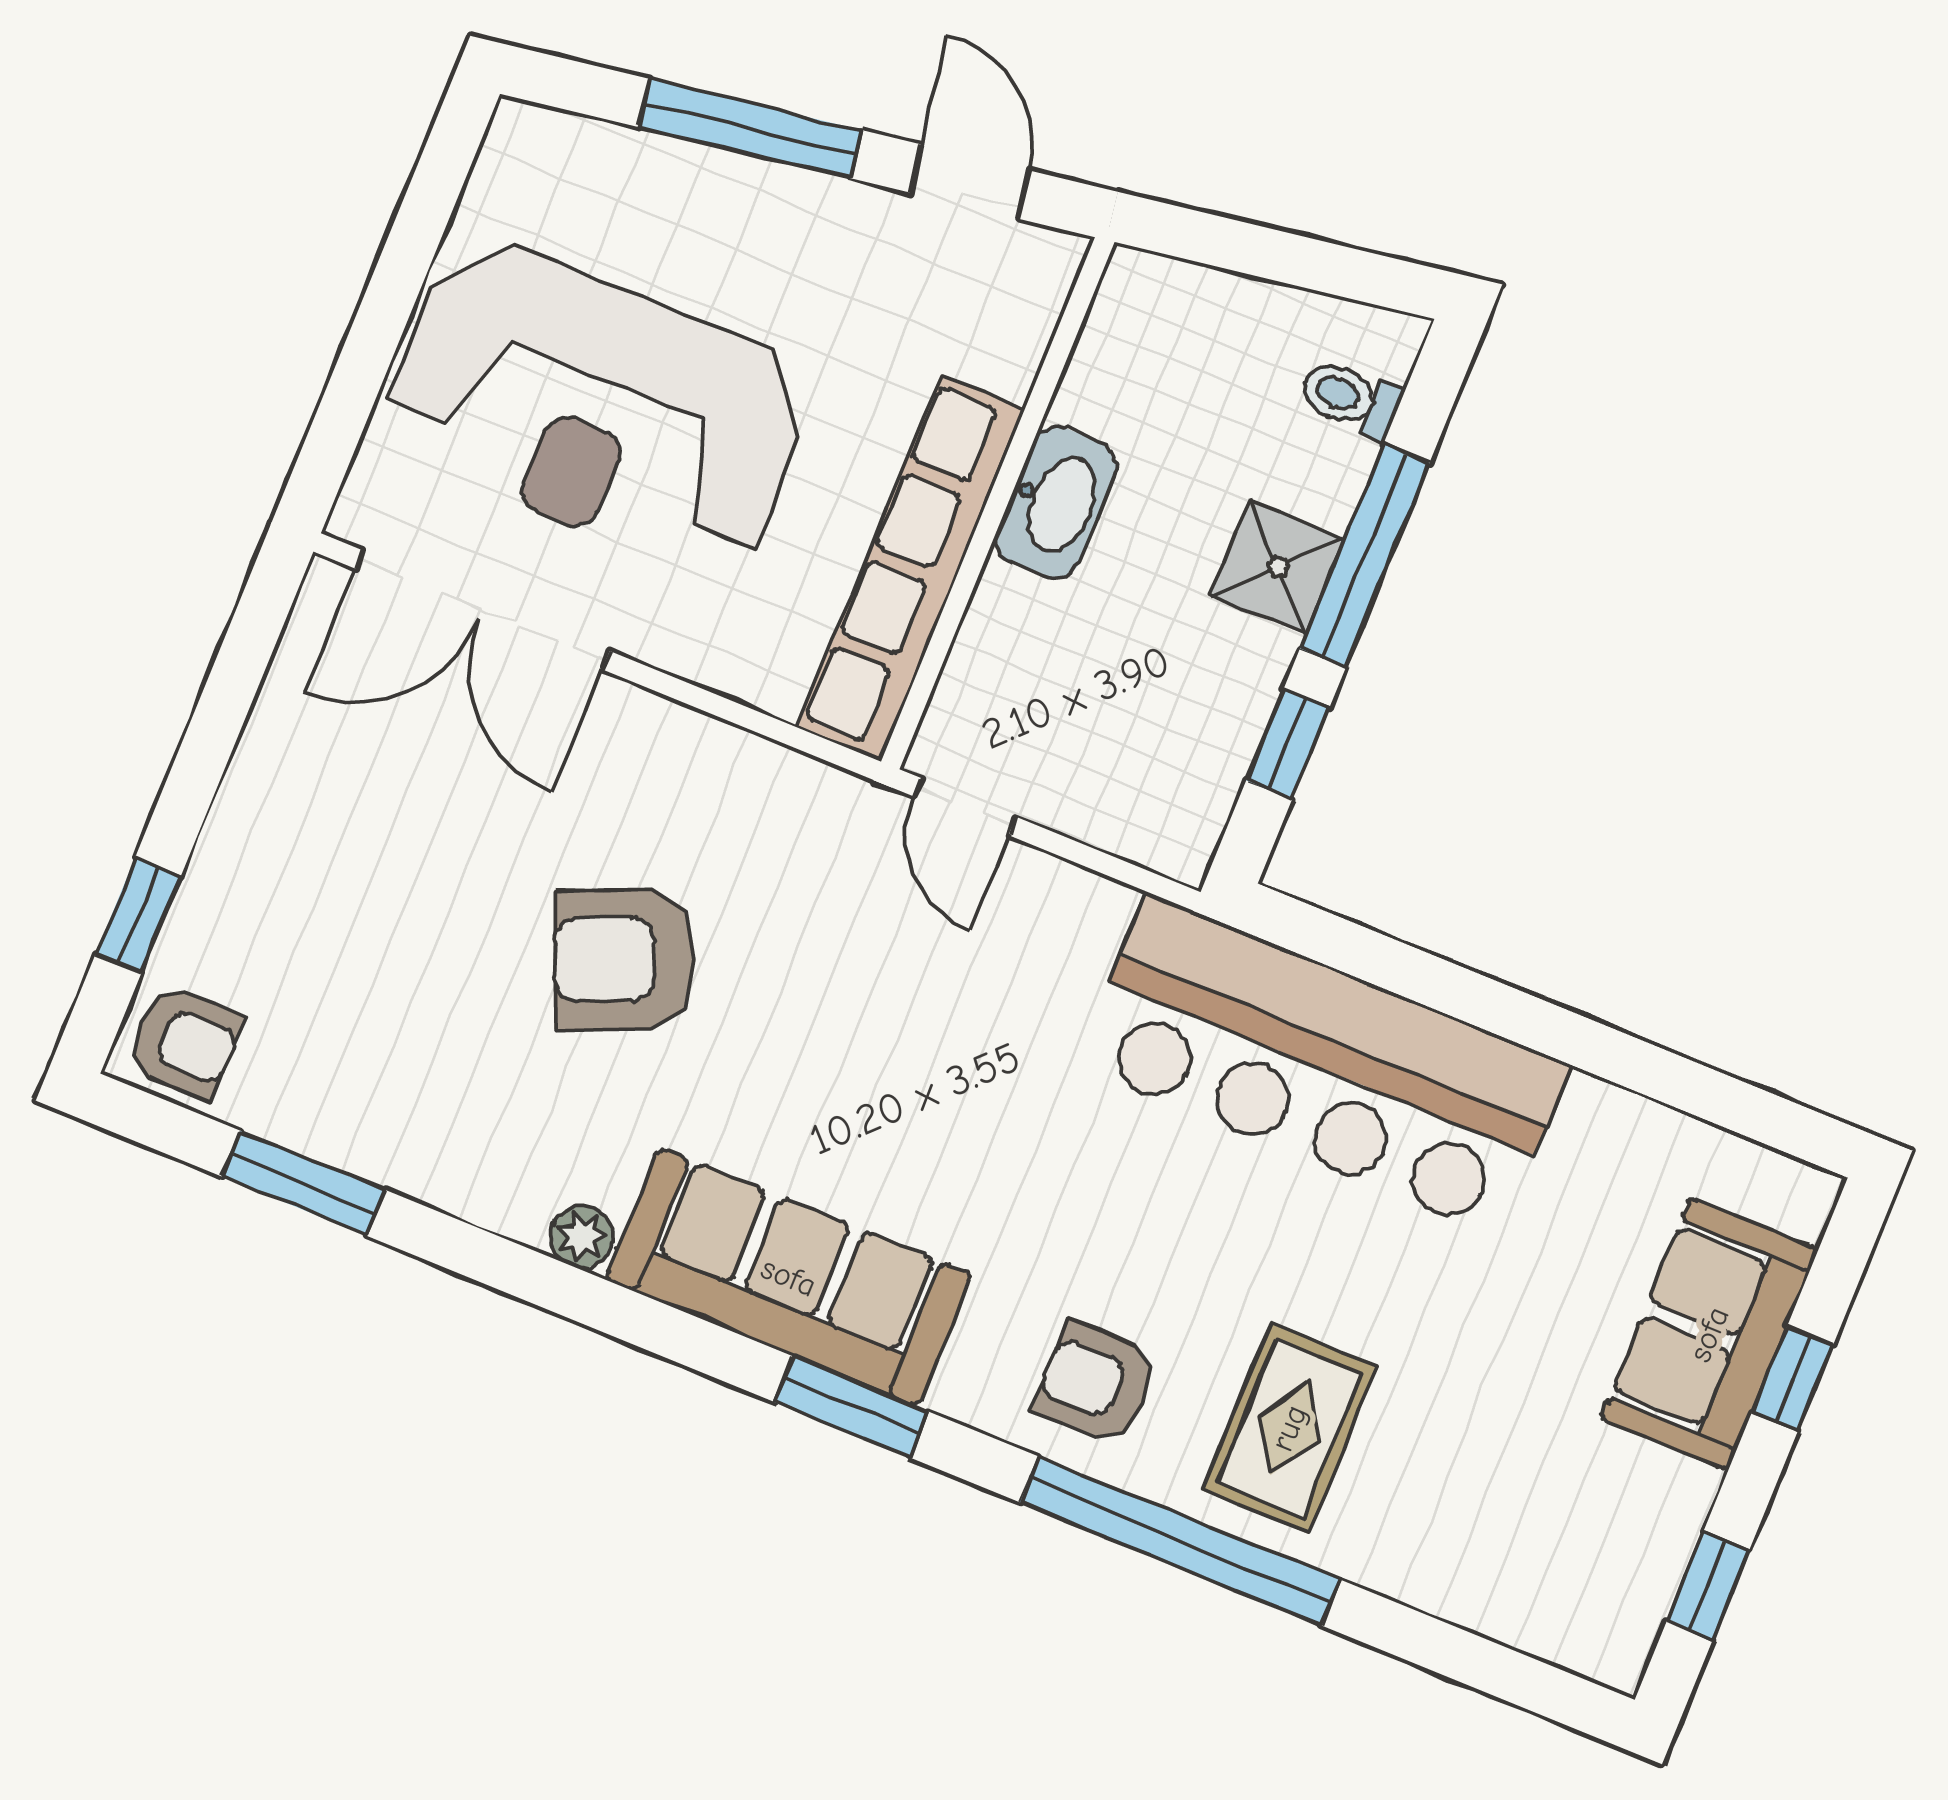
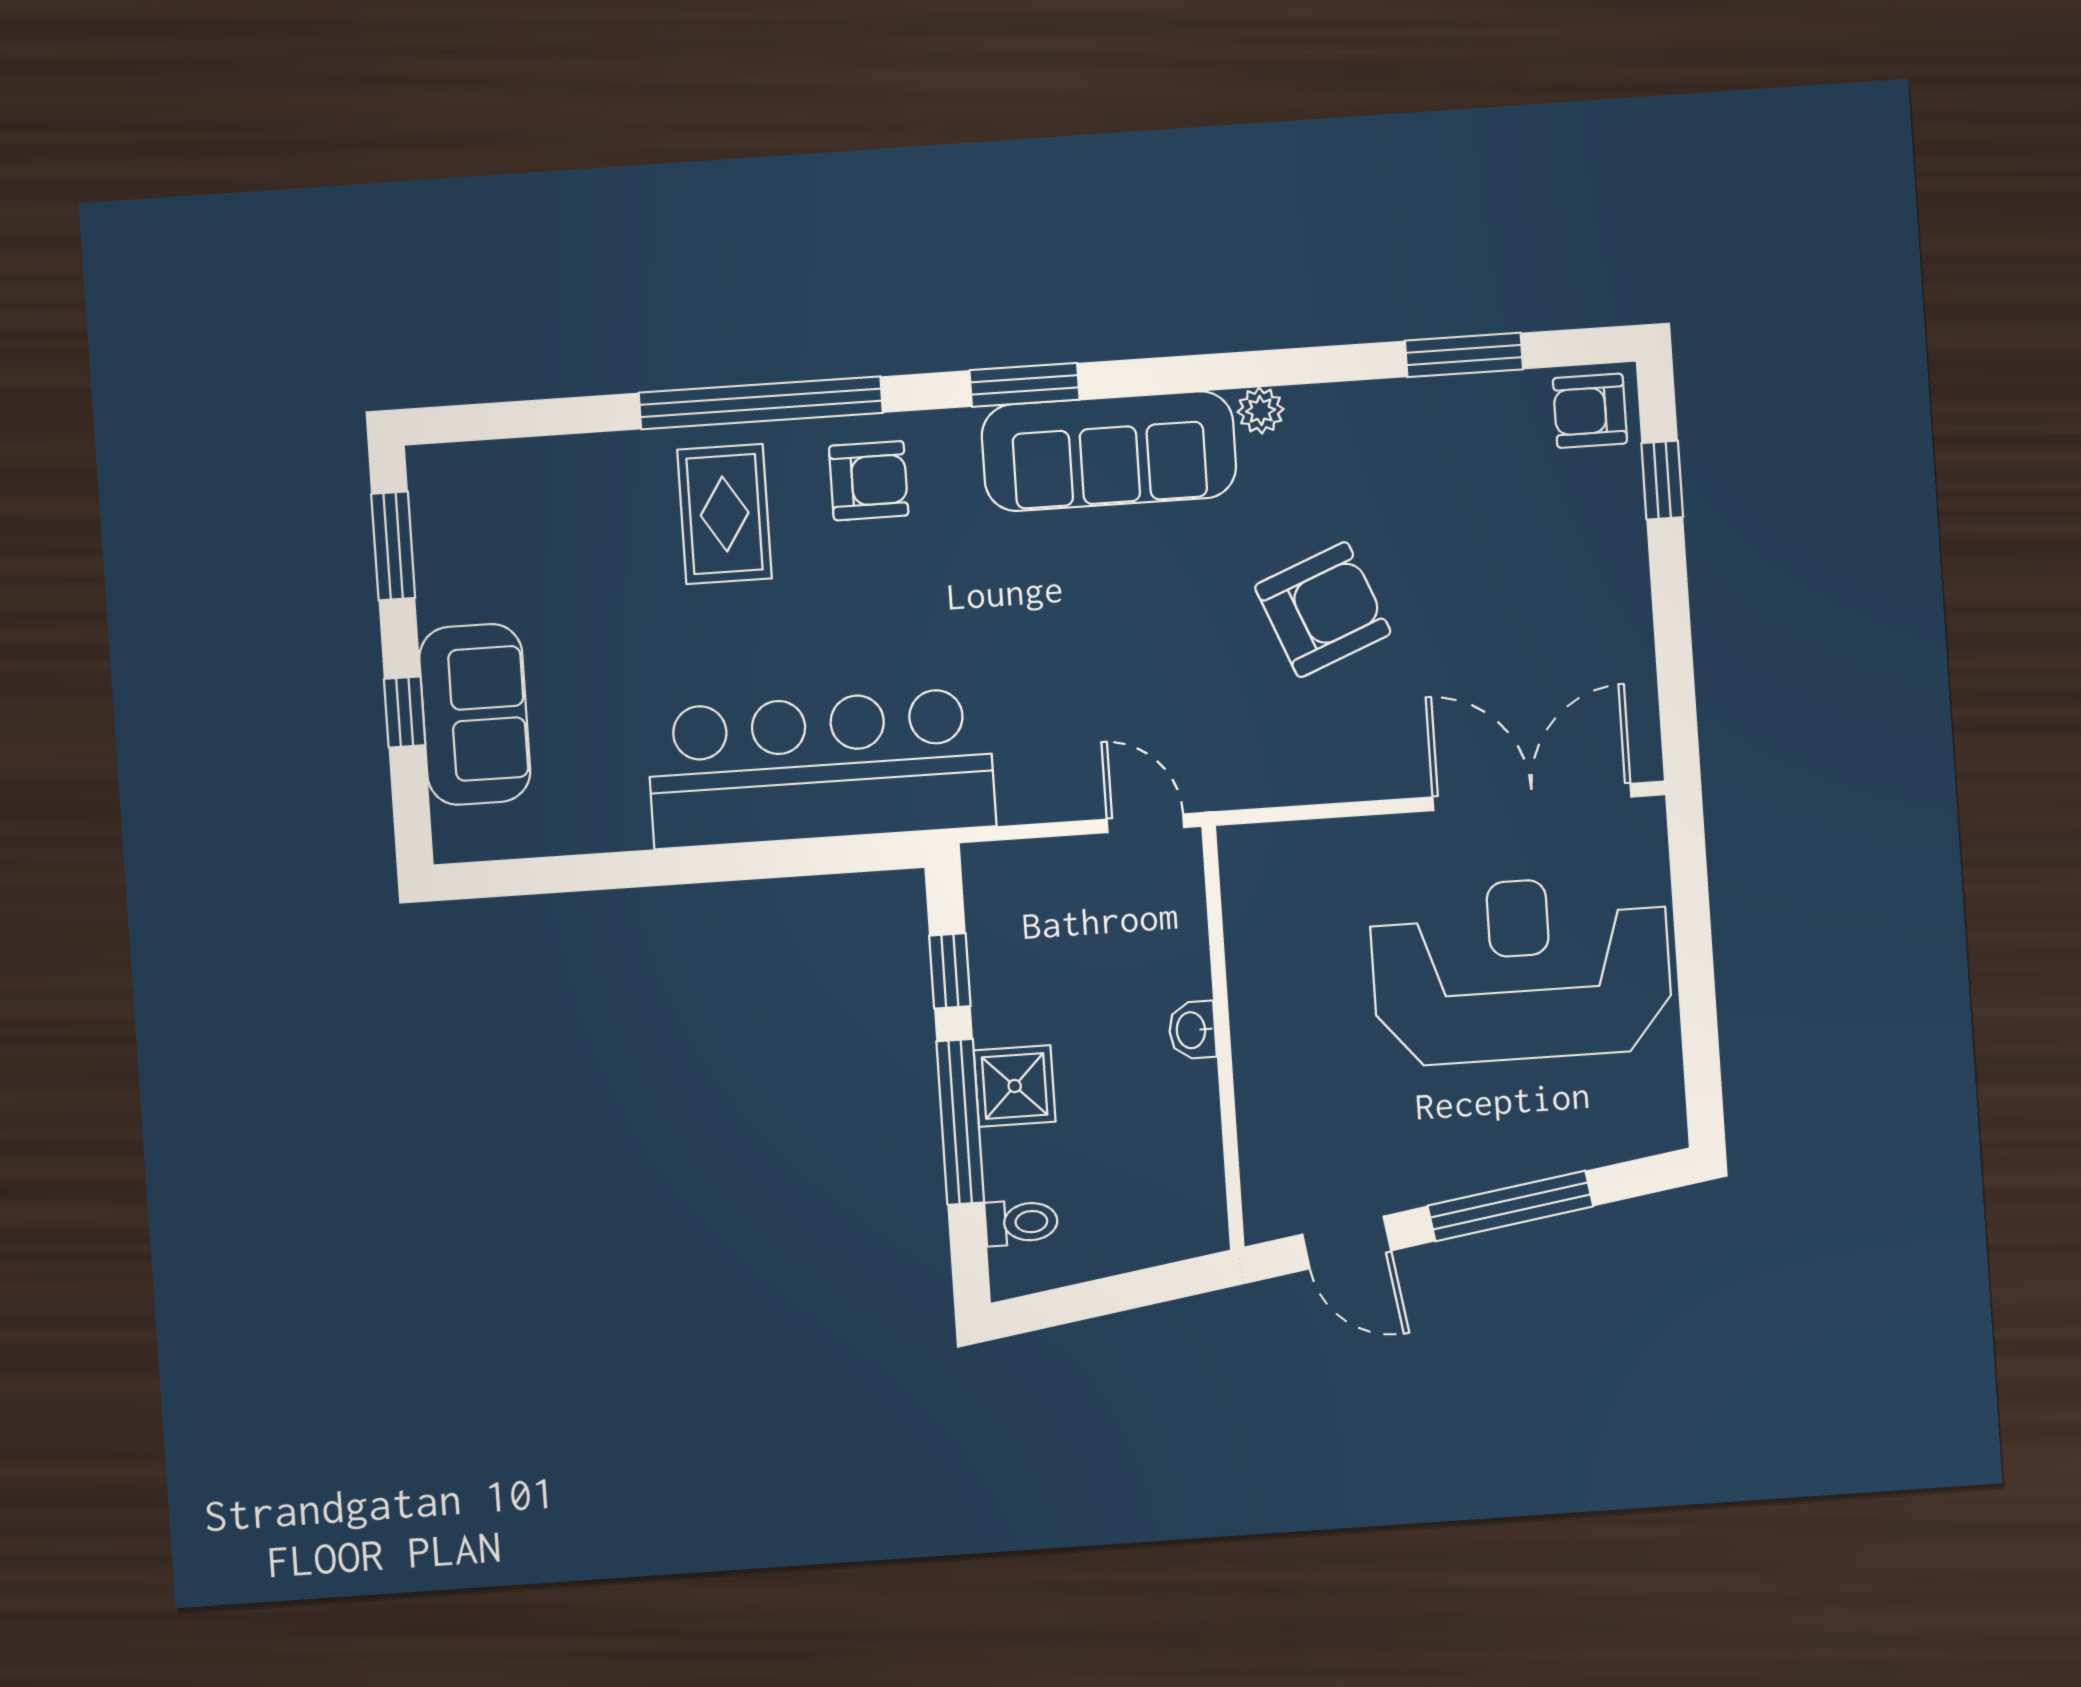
washbasin: (1056, 502) -> (1192, 1030), width x0.52, depth x0.69
row of seats: (911, 568) -> (1259, 965), removed
window: (1708, 1586) -> (393, 546), width x1.50

